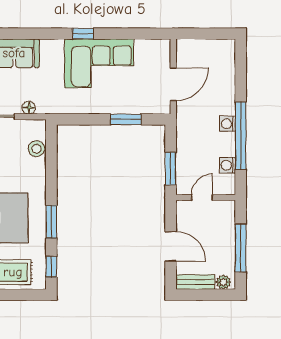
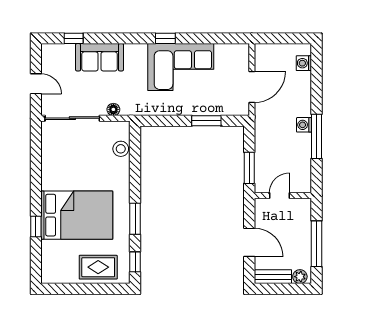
window: (241, 136) -> (316, 136), width x0.68
washing machine: (228, 165) -> (304, 63), moved

